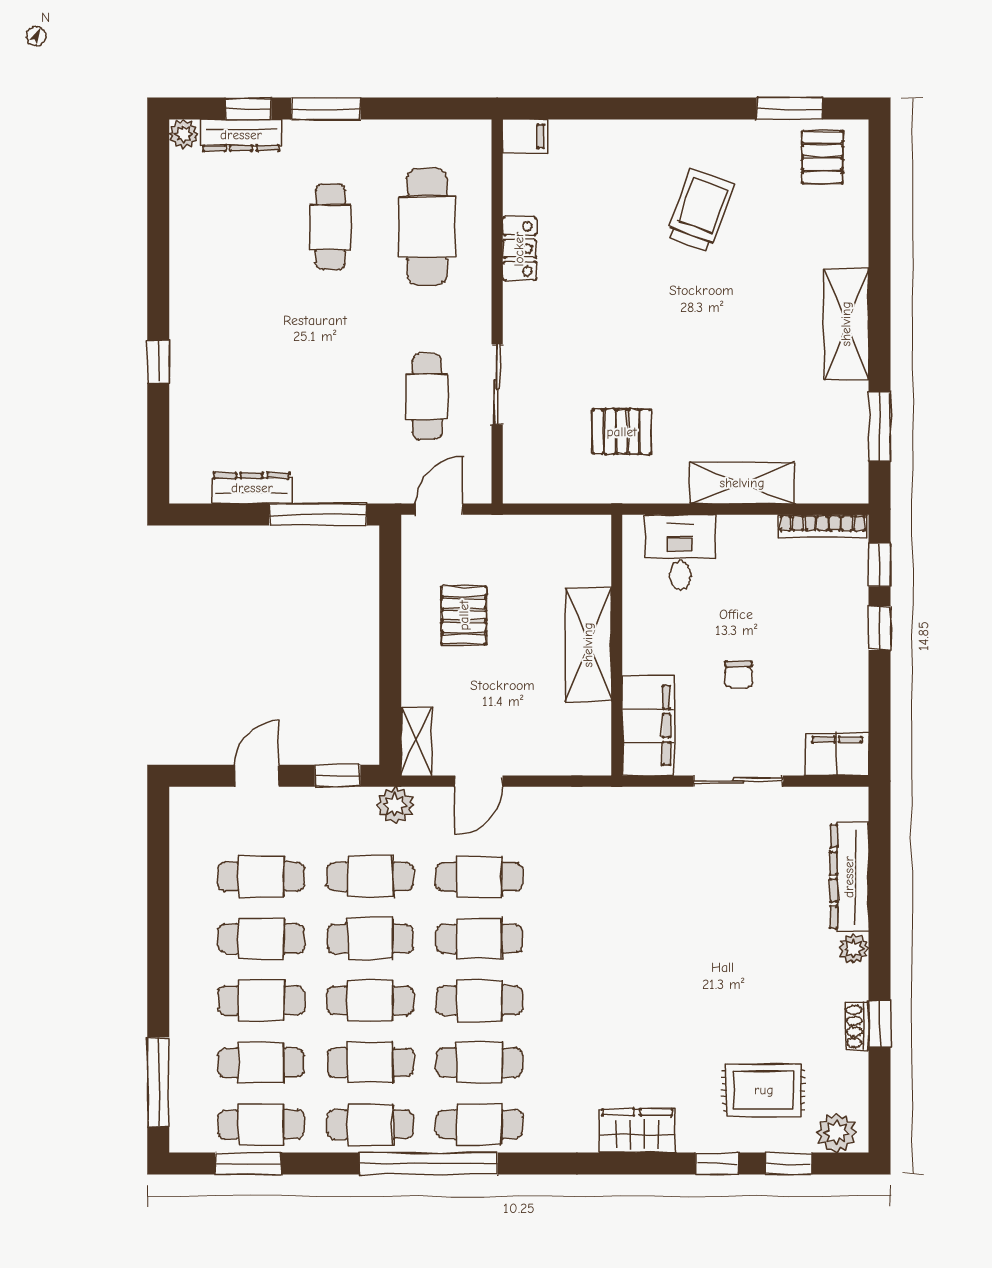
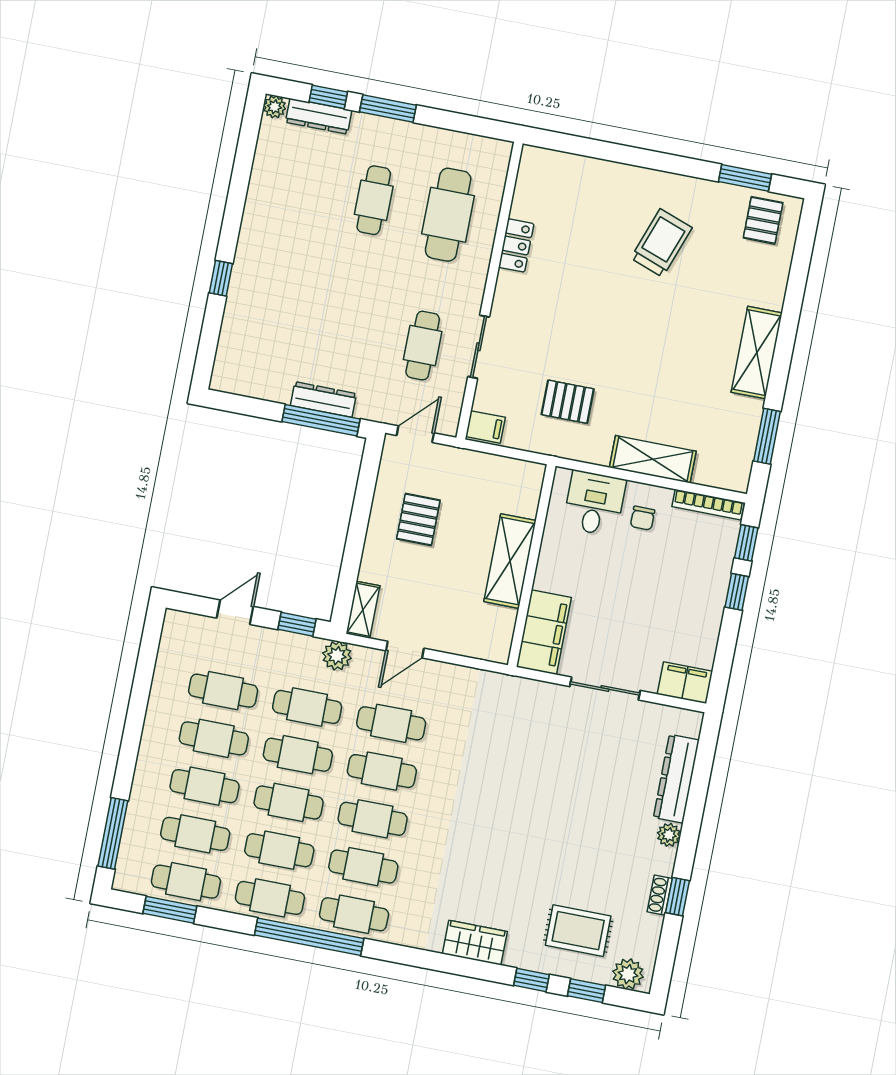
filing cabinet: (525, 136) -> (485, 427), moved
dresser: (252, 488) -> (323, 400), moved
chair: (739, 675) -> (643, 518), moved

